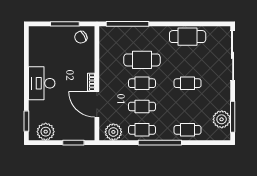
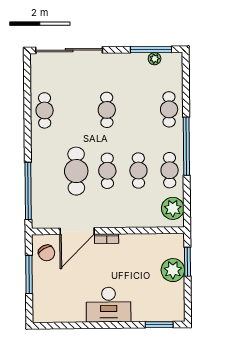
cafe table: (188, 37) -> (45, 110), width x0.73, depth x0.74
door: (97, 104) -> (77, 231), moved
plant: (222, 119) -> (155, 59), width x0.53, depth x0.53
plant: (46, 132) -> (173, 270), moved

